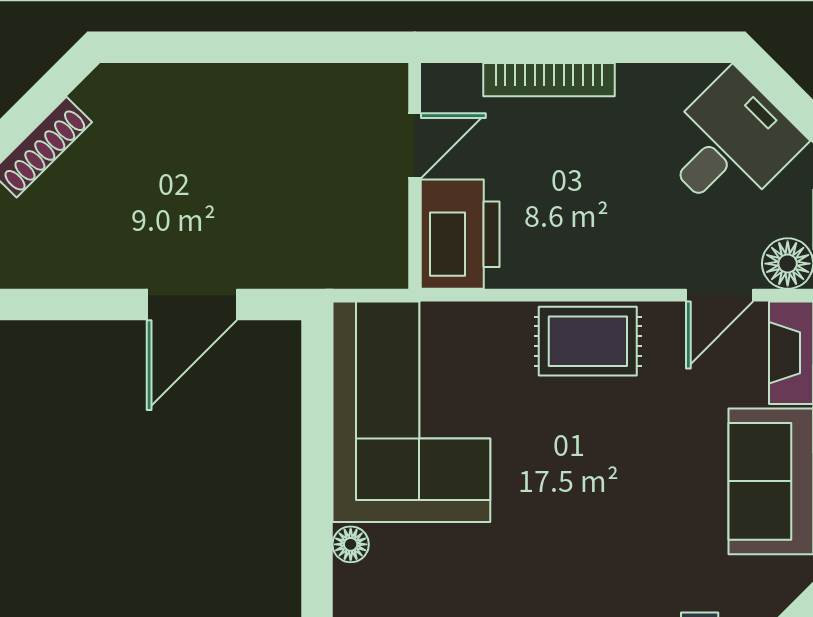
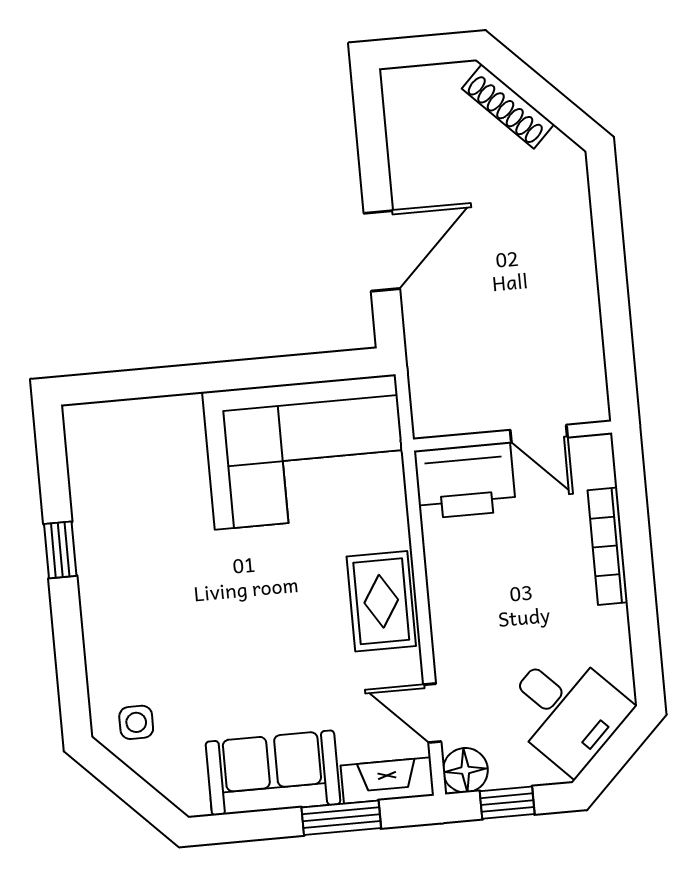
door: (192, 305) -> (382, 251), swing flipped
floor lamp: (351, 544) -> (184, 409), removed

